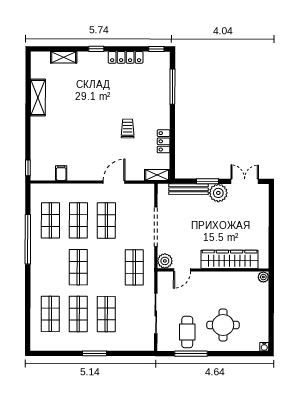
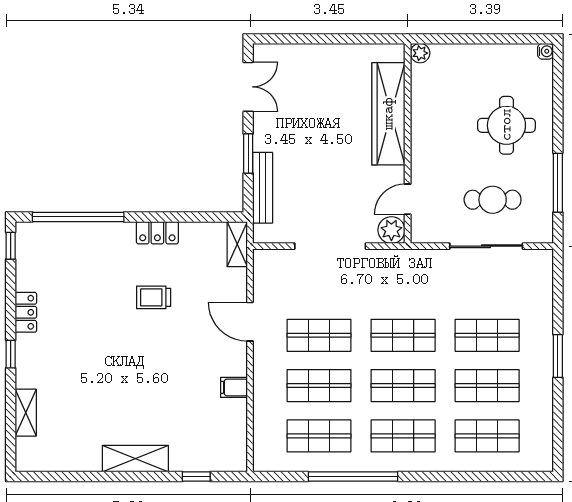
locker: (126, 57) -> (26, 312), width x0.66
window: (172, 87) -> (78, 217), width x1.46
shelving: (38, 97) -> (135, 459), moved
locker: (164, 141) -> (157, 233), moved
window: (28, 168) -> (196, 476), moved
filing cabinet: (61, 173) -> (234, 387), moved
double door: (245, 181) -> (248, 87), swing flipped
plant: (218, 193) -> (269, 134), removed
shop shelf: (50, 267) -> (403, 436), added
shop shelf: (134, 267) -> (403, 335), moved
door: (182, 270) -> (408, 199), swing flipped
cafe table: (187, 332) -> (493, 200), moved

